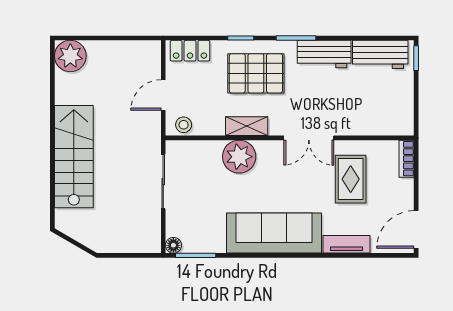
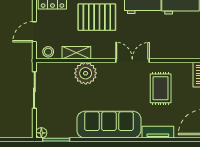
shelving: (247, 126) -> (76, 53), moved
double door: (309, 138) -> (132, 61), swing flipped

